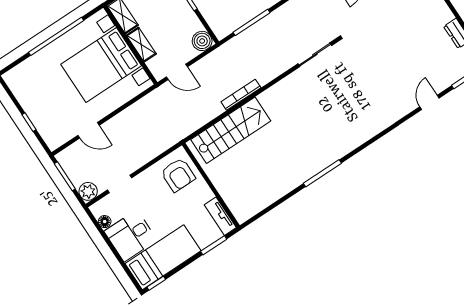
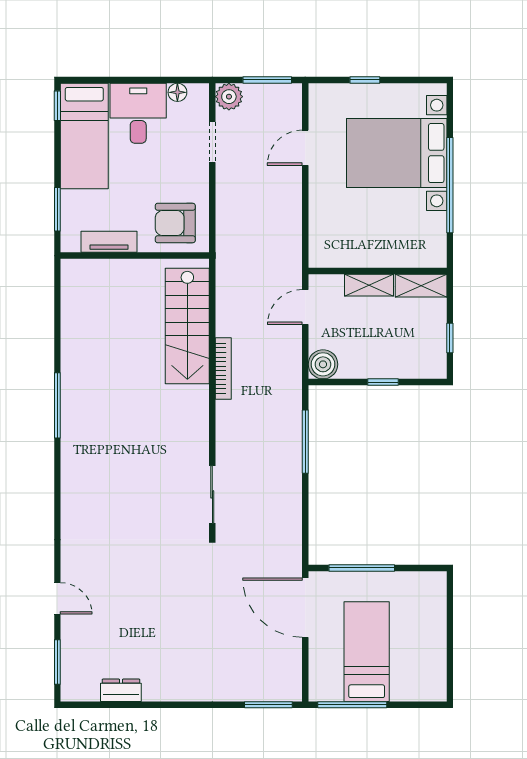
bed with nightstands: (101, 65) -> (397, 153), moved, turned -90
tv unit: (220, 216) -> (109, 242), moved

